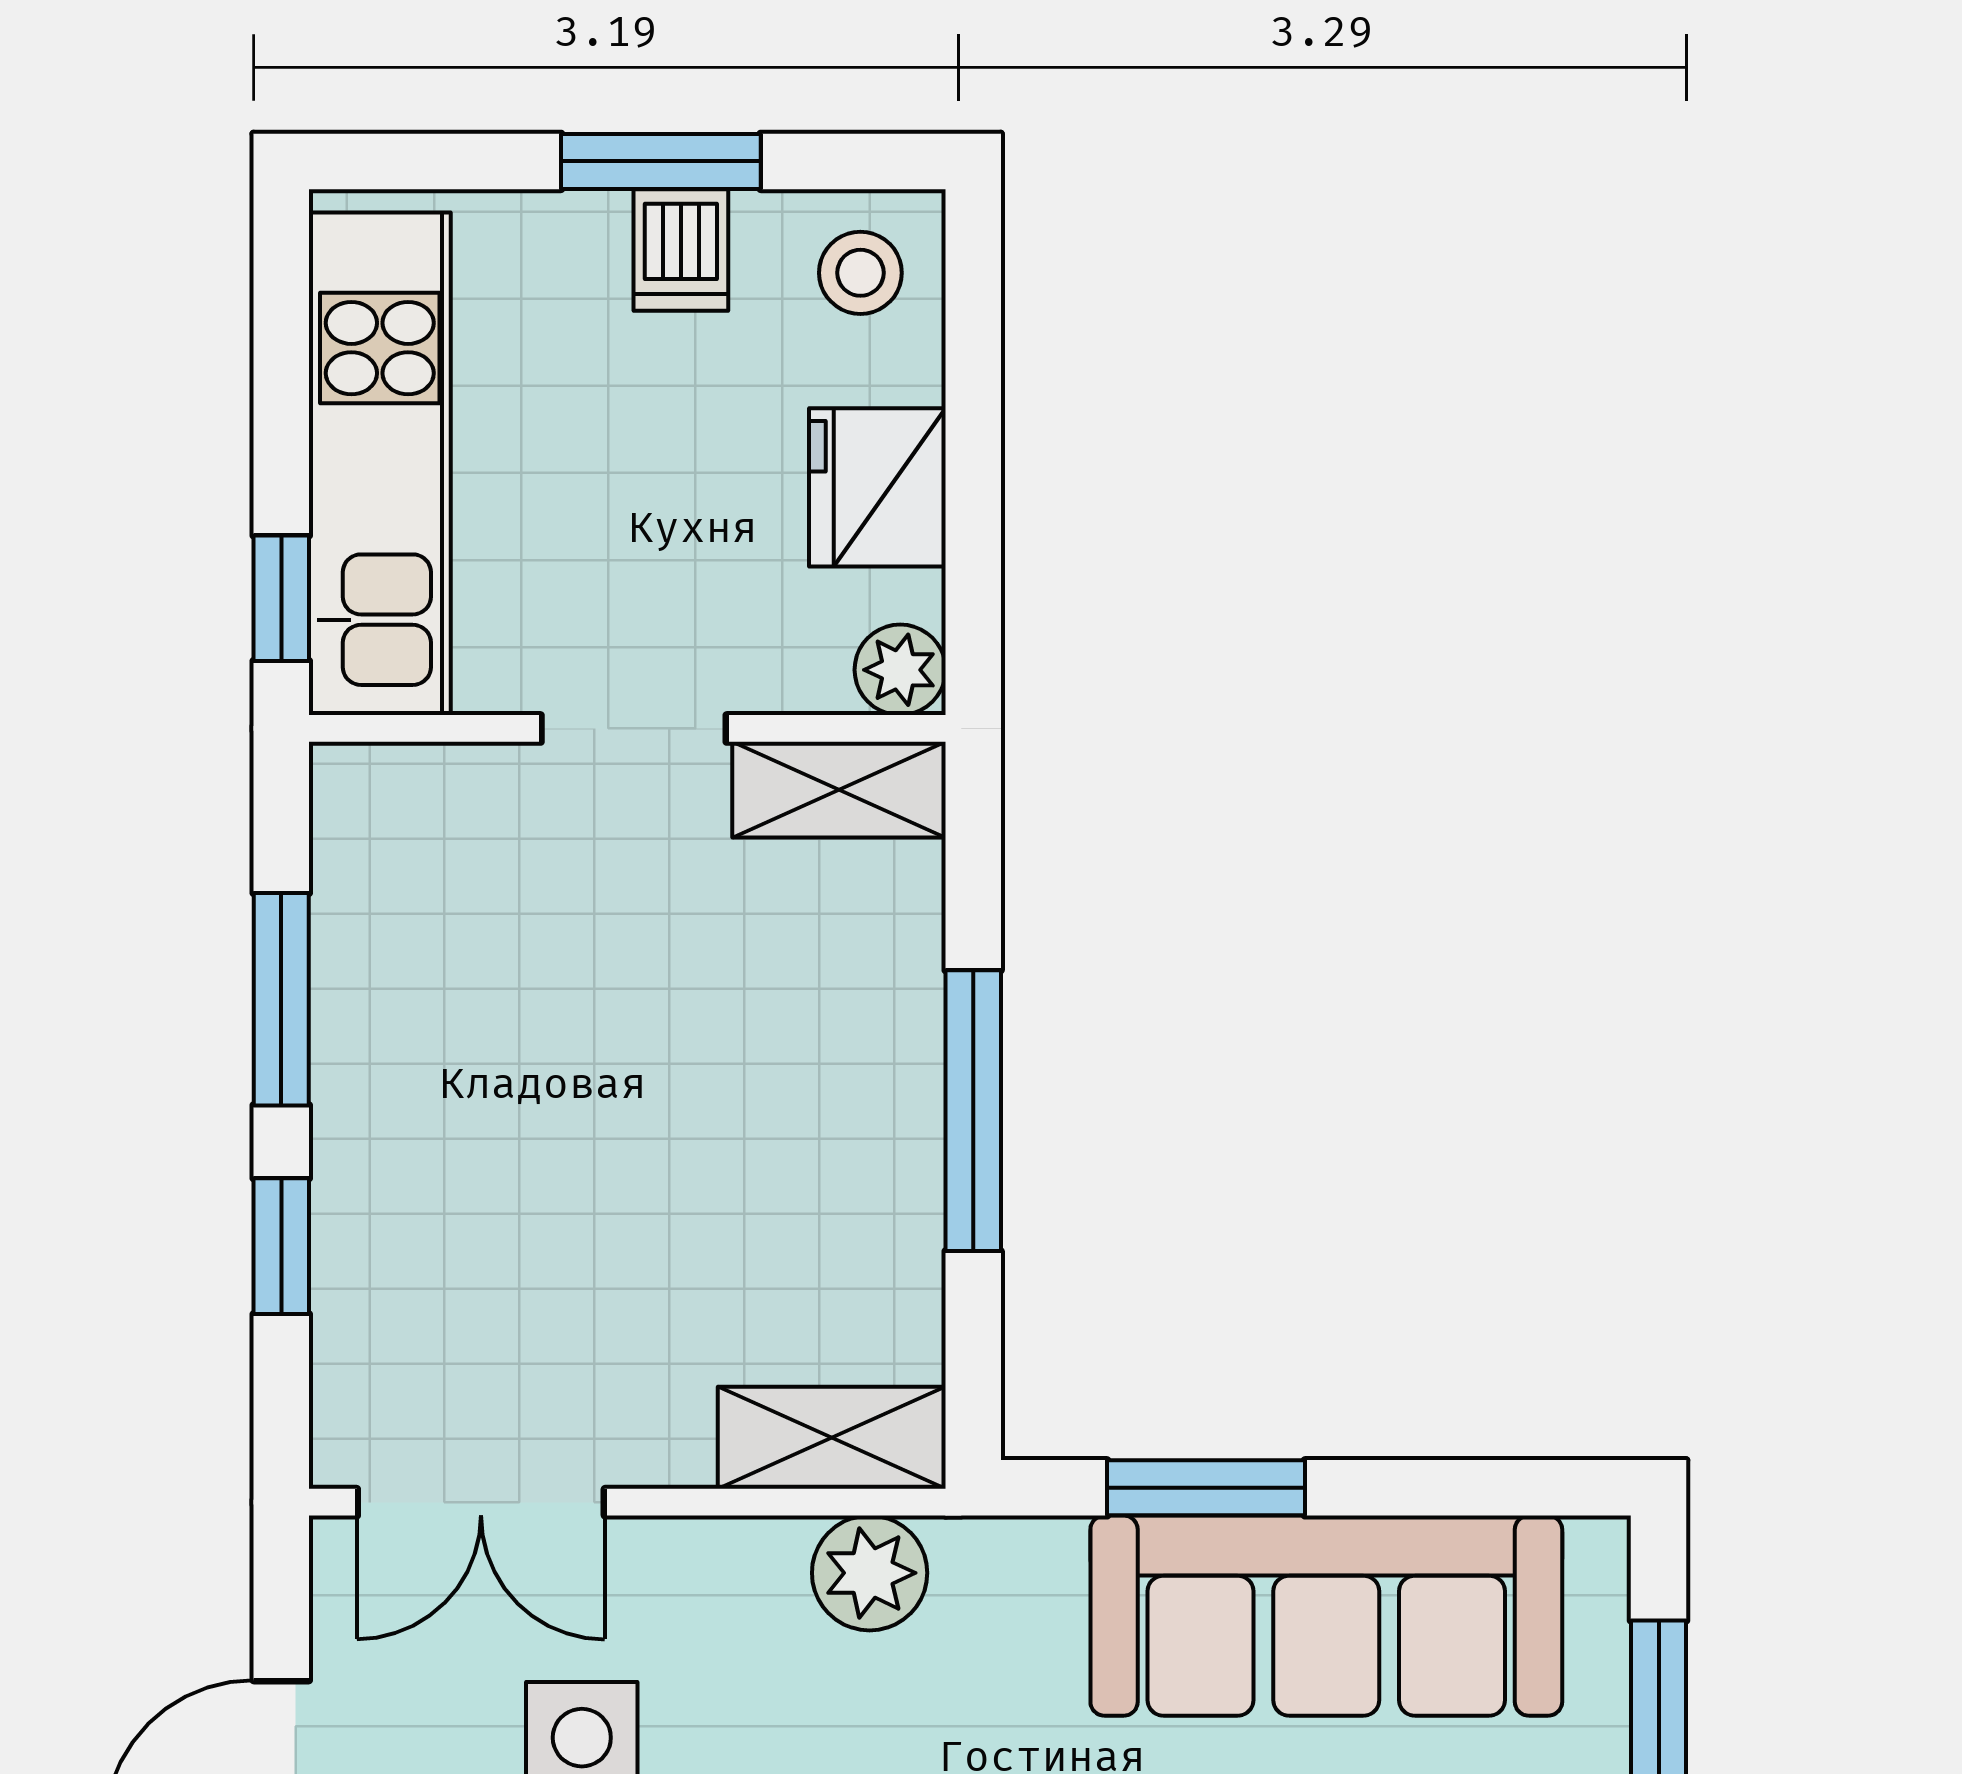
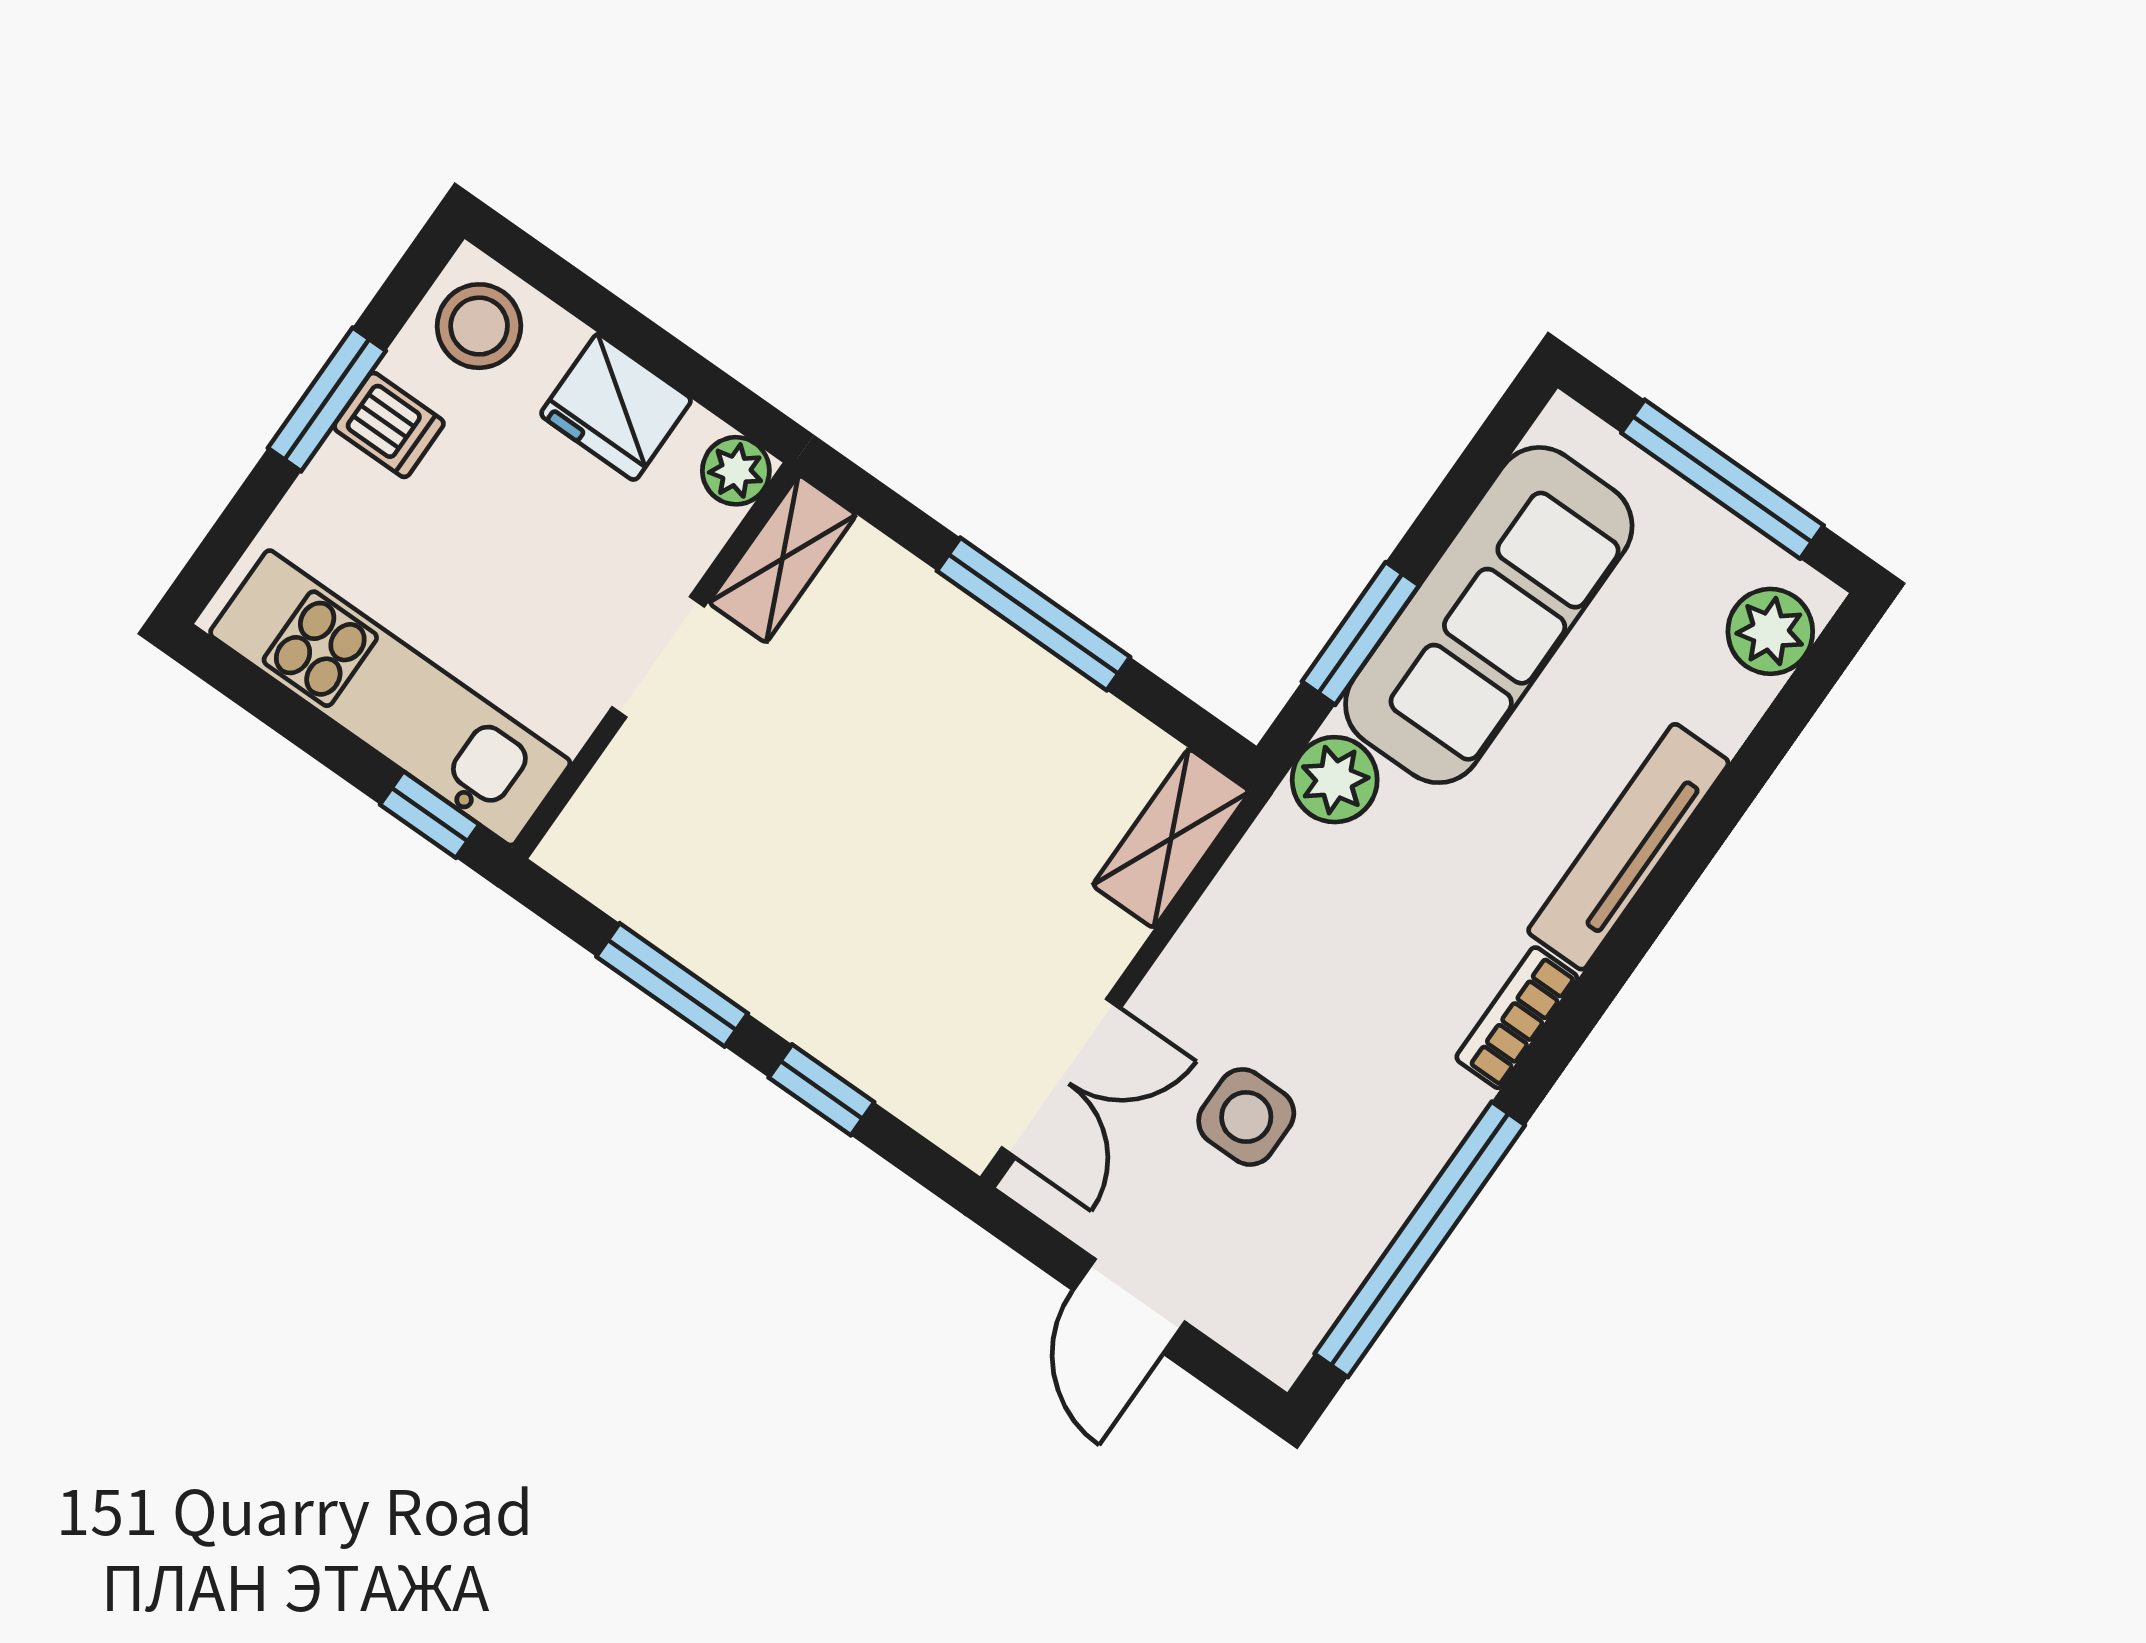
stool: (860, 273) -> (479, 326), width x1.37, depth x1.37
plant: (870, 1573) -> (1335, 780), moved

